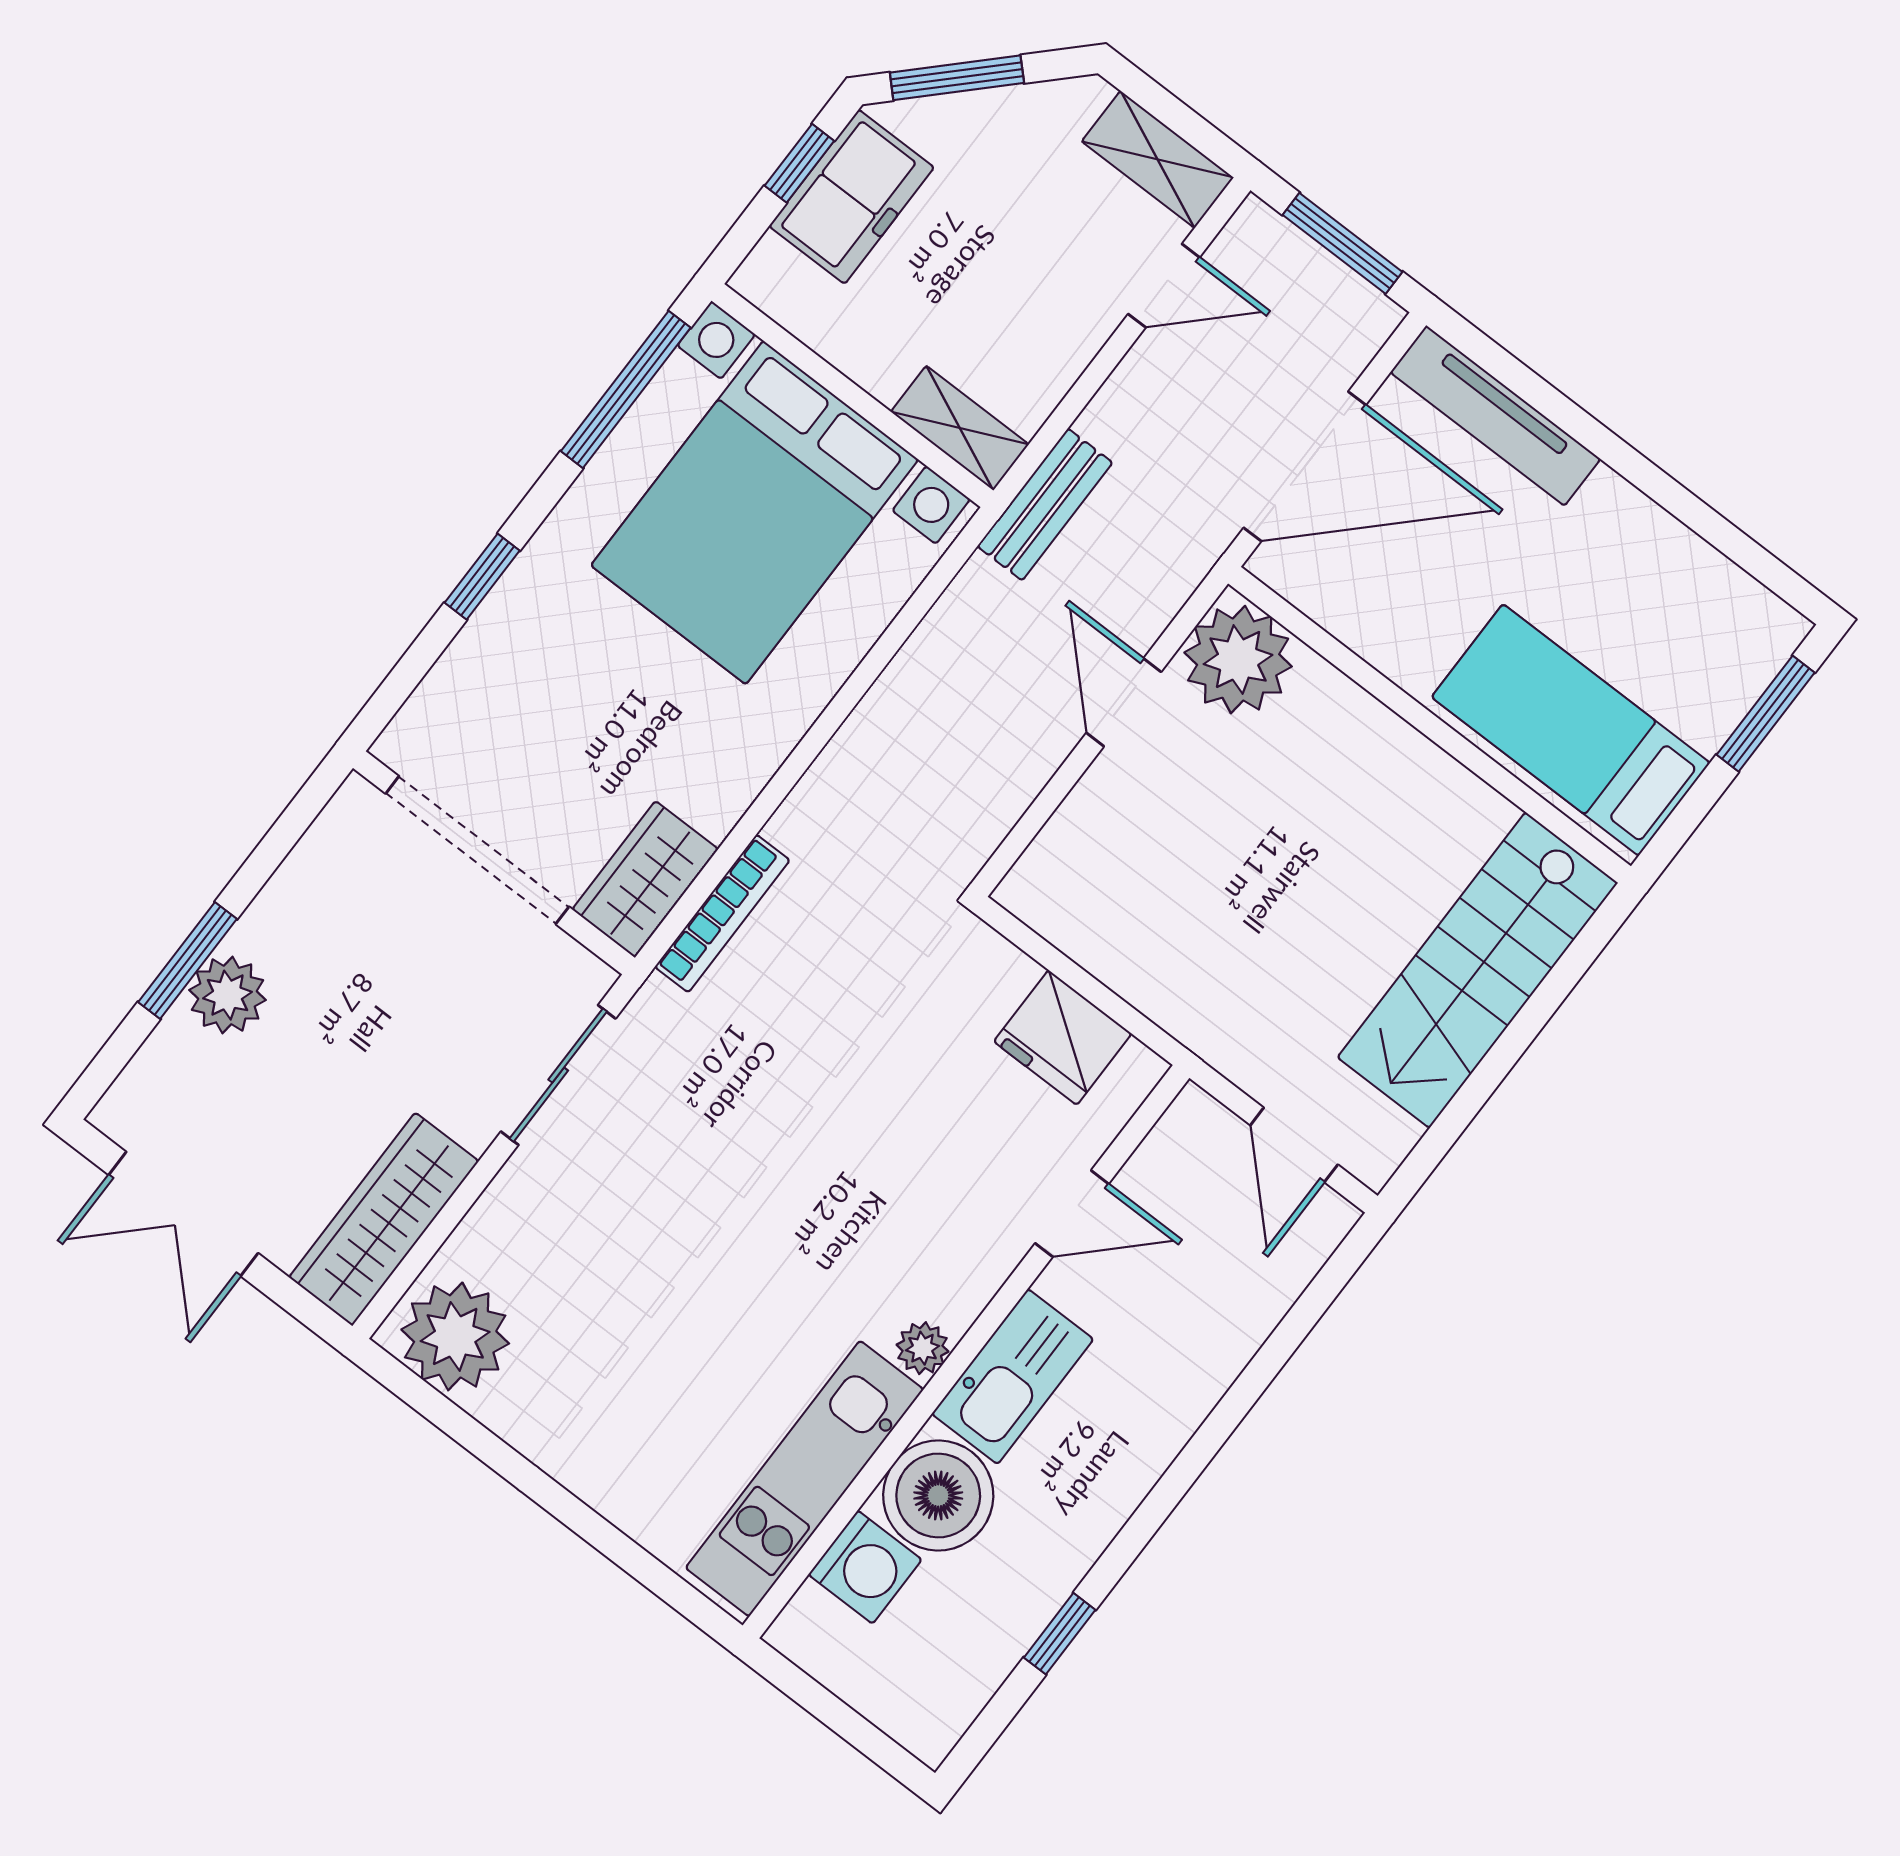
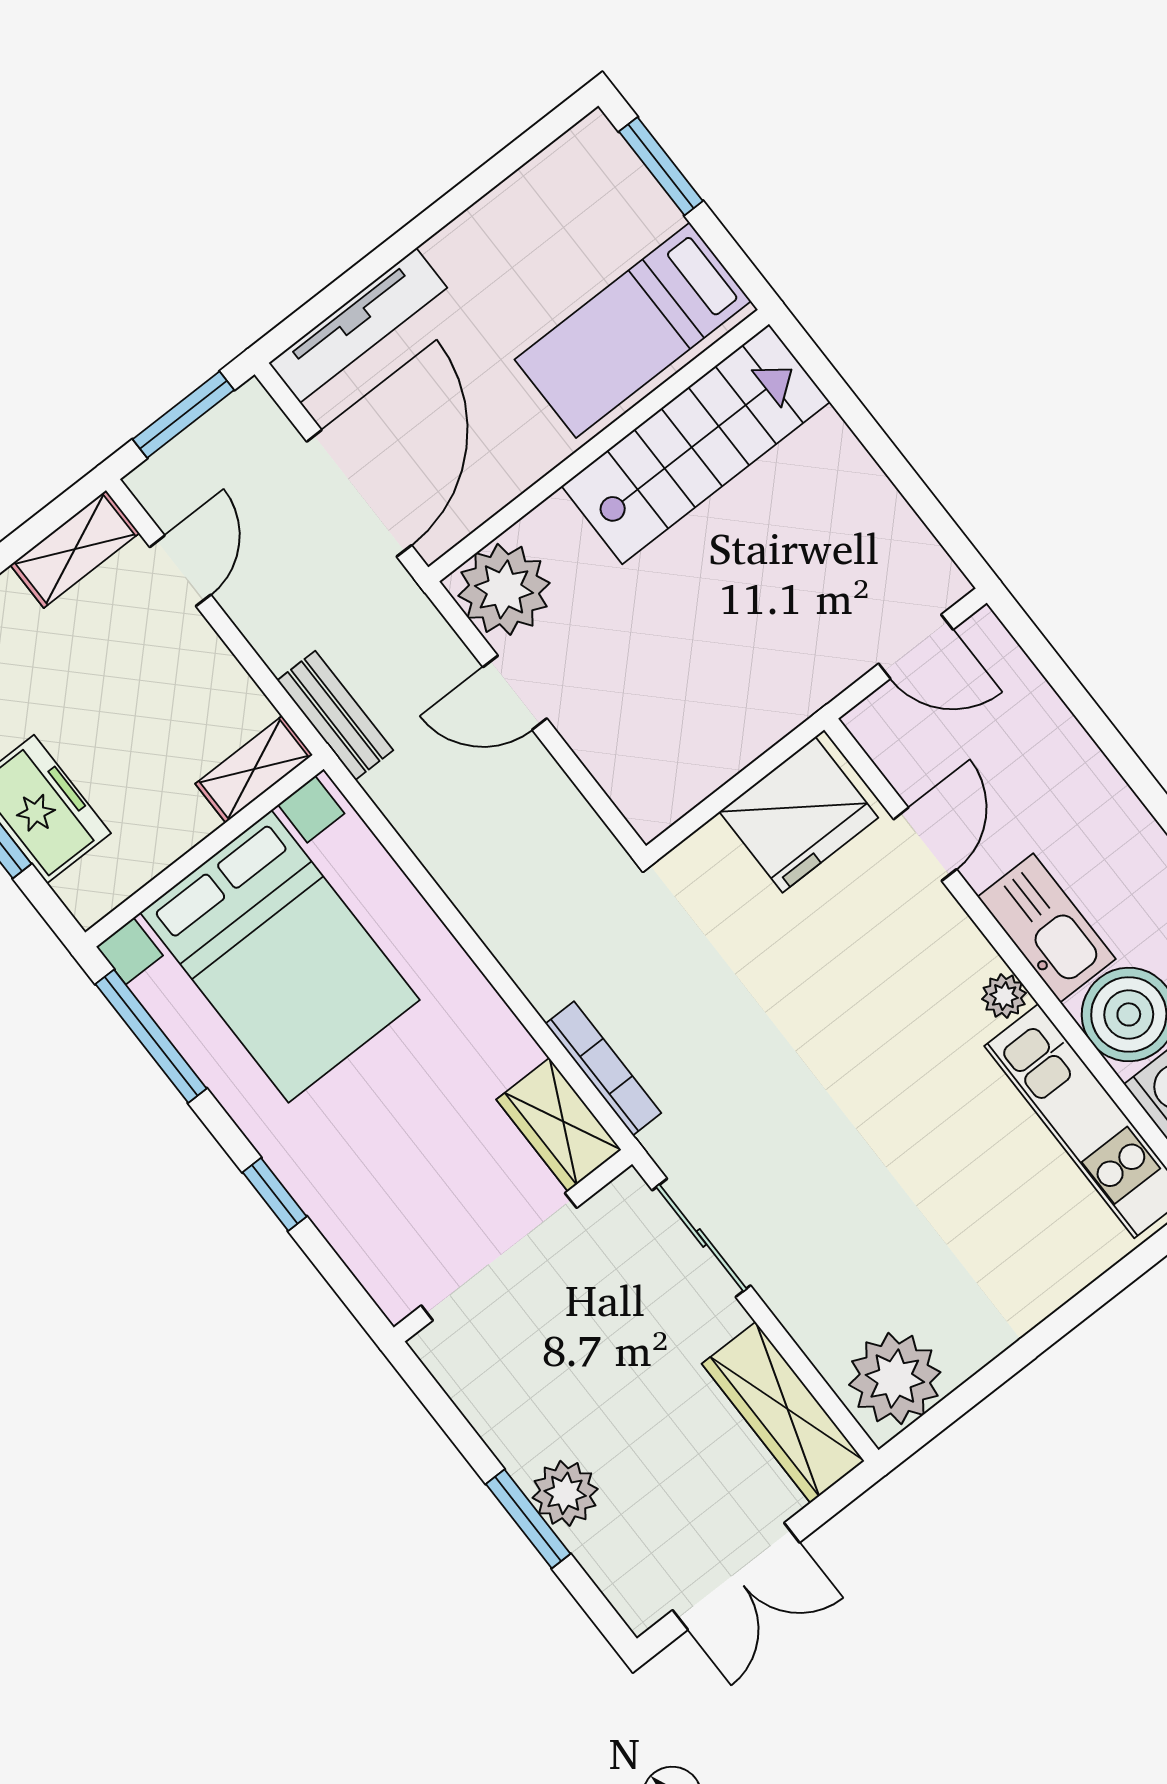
stairs: (1478, 970) -> (696, 444), moved, turned -90
fridge: (1063, 1038) -> (799, 815), width x1.36, depth x1.34

